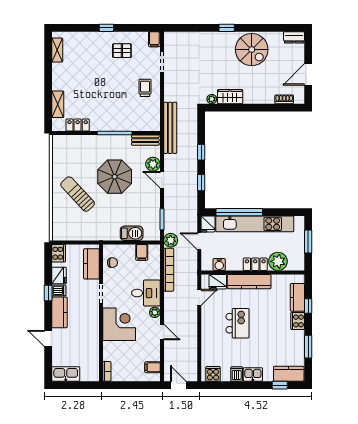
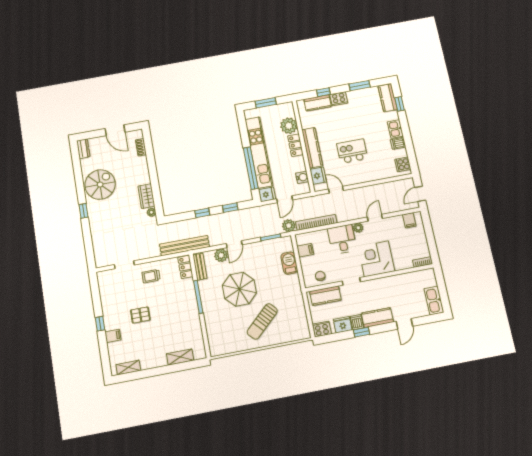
filing cabinet: (154, 39) -> (113, 336), moved
pallet: (122, 51) -> (140, 315), moved, turned 90
locker: (78, 125) -> (185, 267), moved

